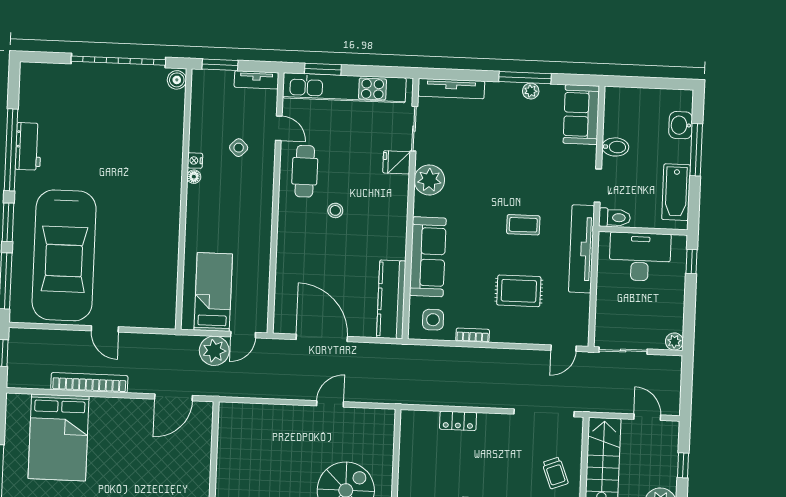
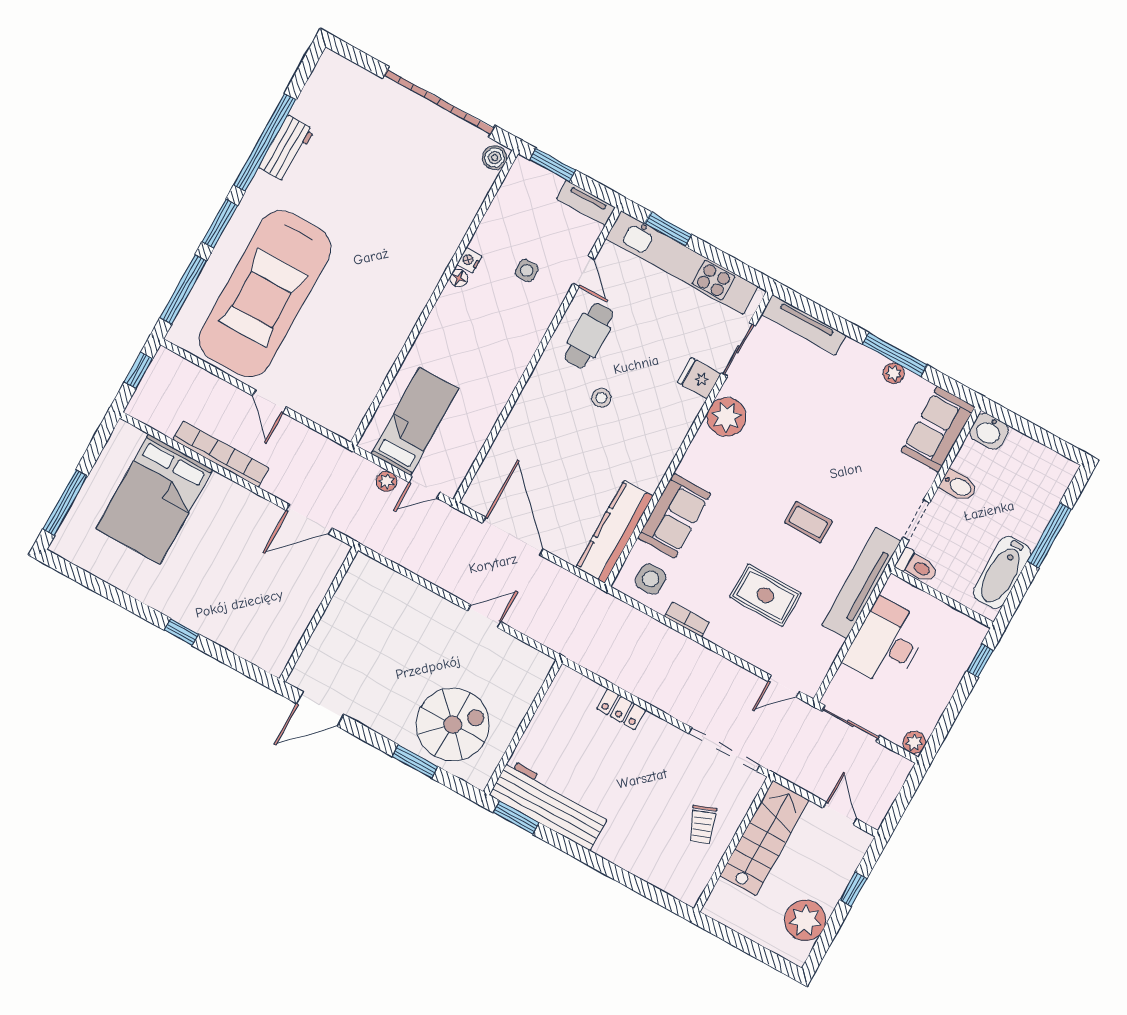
washbasin: (681, 125) -> (989, 431), moved, turned -90
side table: (239, 148) -> (527, 271), turned 45
sofa: (428, 257) -> (674, 516), width x0.73
desk: (640, 257) -> (887, 643), moved, turned -90
plant: (214, 351) -> (387, 481), width x0.53, depth x0.53

